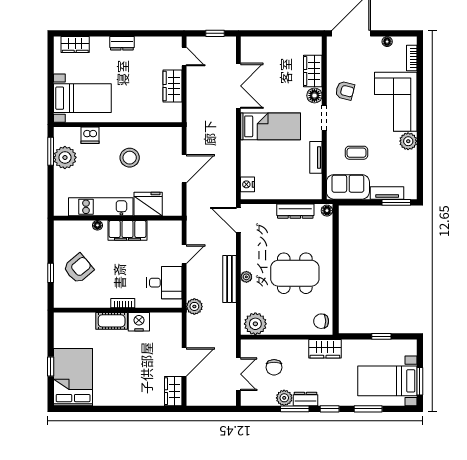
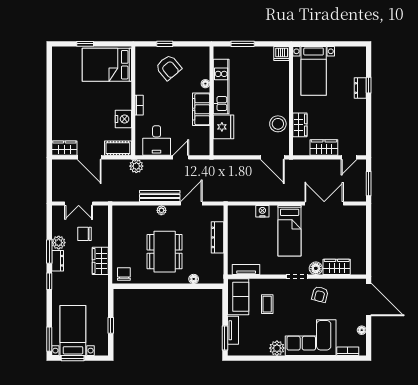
window: (99, 33) -> (369, 85), added
window: (215, 33) -> (369, 184), width x1.50
dresser: (122, 43) -> (360, 88), moved
wardrobe: (75, 45) -> (300, 125), moved, turned 180
double door: (238, 86) -> (324, 204), swing flipped
dishwasher: (90, 135) -> (282, 53), moved, turned -90
window: (51, 151) -> (243, 44), moved
plant: (65, 157) -> (263, 56), removed
tv unit: (316, 157) -> (246, 270), moved
stool: (130, 158) -> (278, 124), moved
door: (184, 169) -> (272, 157), moved
nightstand: (247, 184) -> (262, 211), moved
dresser: (295, 211) -> (217, 237), moved
floor lamp: (327, 211) -> (194, 279), moved
door: (238, 220) -> (191, 204), moved
door: (184, 254) -> (181, 157), swing flipped
cot: (112, 321) -> (118, 148), moved, turned 90
plant: (255, 324) -> (122, 218), removed
wardrobe: (325, 349) -> (100, 261), moved
bed: (73, 377) -> (107, 65), moved, turned 180
window: (368, 409) -> (49, 339), moved

